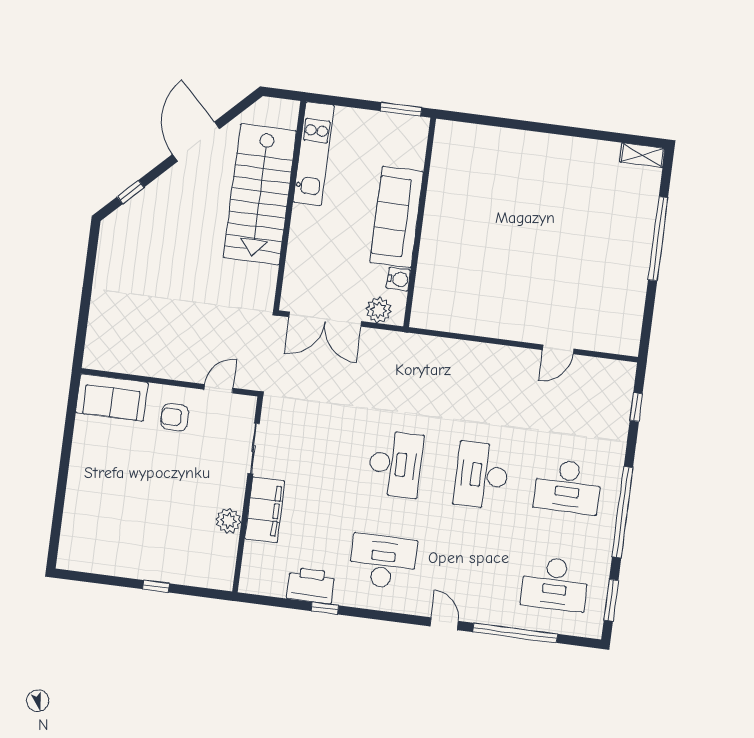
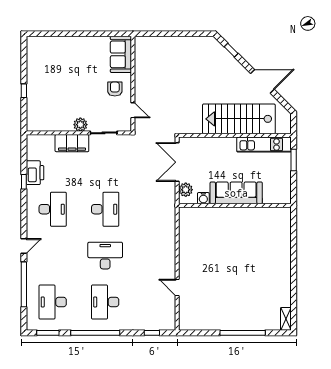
window: (401, 109) -> (294, 160), moved
desk: (395, 464) -> (105, 209), turned -90
plant: (228, 521) -> (80, 125), moved

